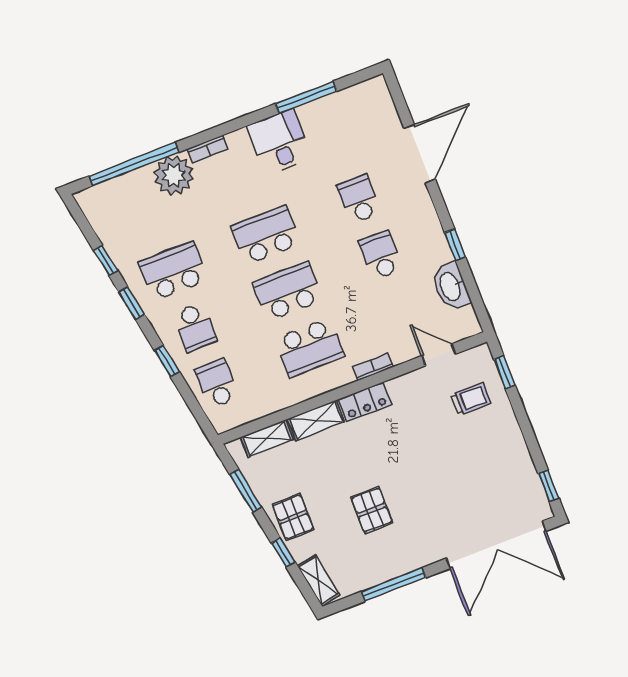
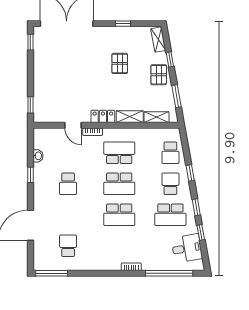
window: (306, 97) -> (52, 273), moved
desk: (279, 142) -> (187, 248), moved, turned -100
plant: (174, 175) -> (152, 260), removed
school desk: (359, 199) -> (68, 246), moved, turned 180
washbasin: (451, 286) -> (38, 156), width x0.52, depth x0.69
door: (439, 355) -> (73, 125), moved
trolley: (471, 399) -> (51, 98), removed
window: (394, 584) -> (123, 24), width x0.46

